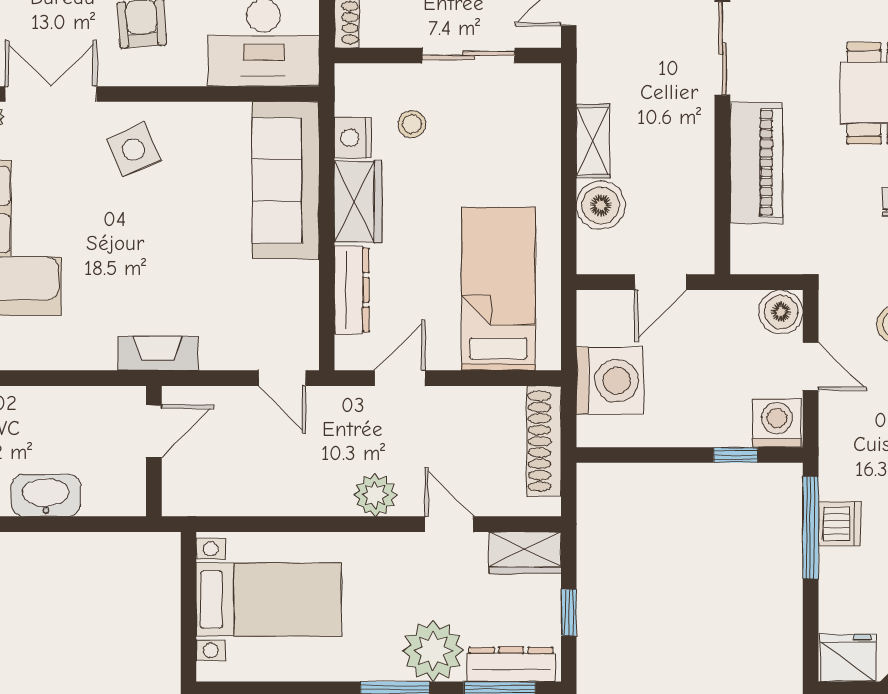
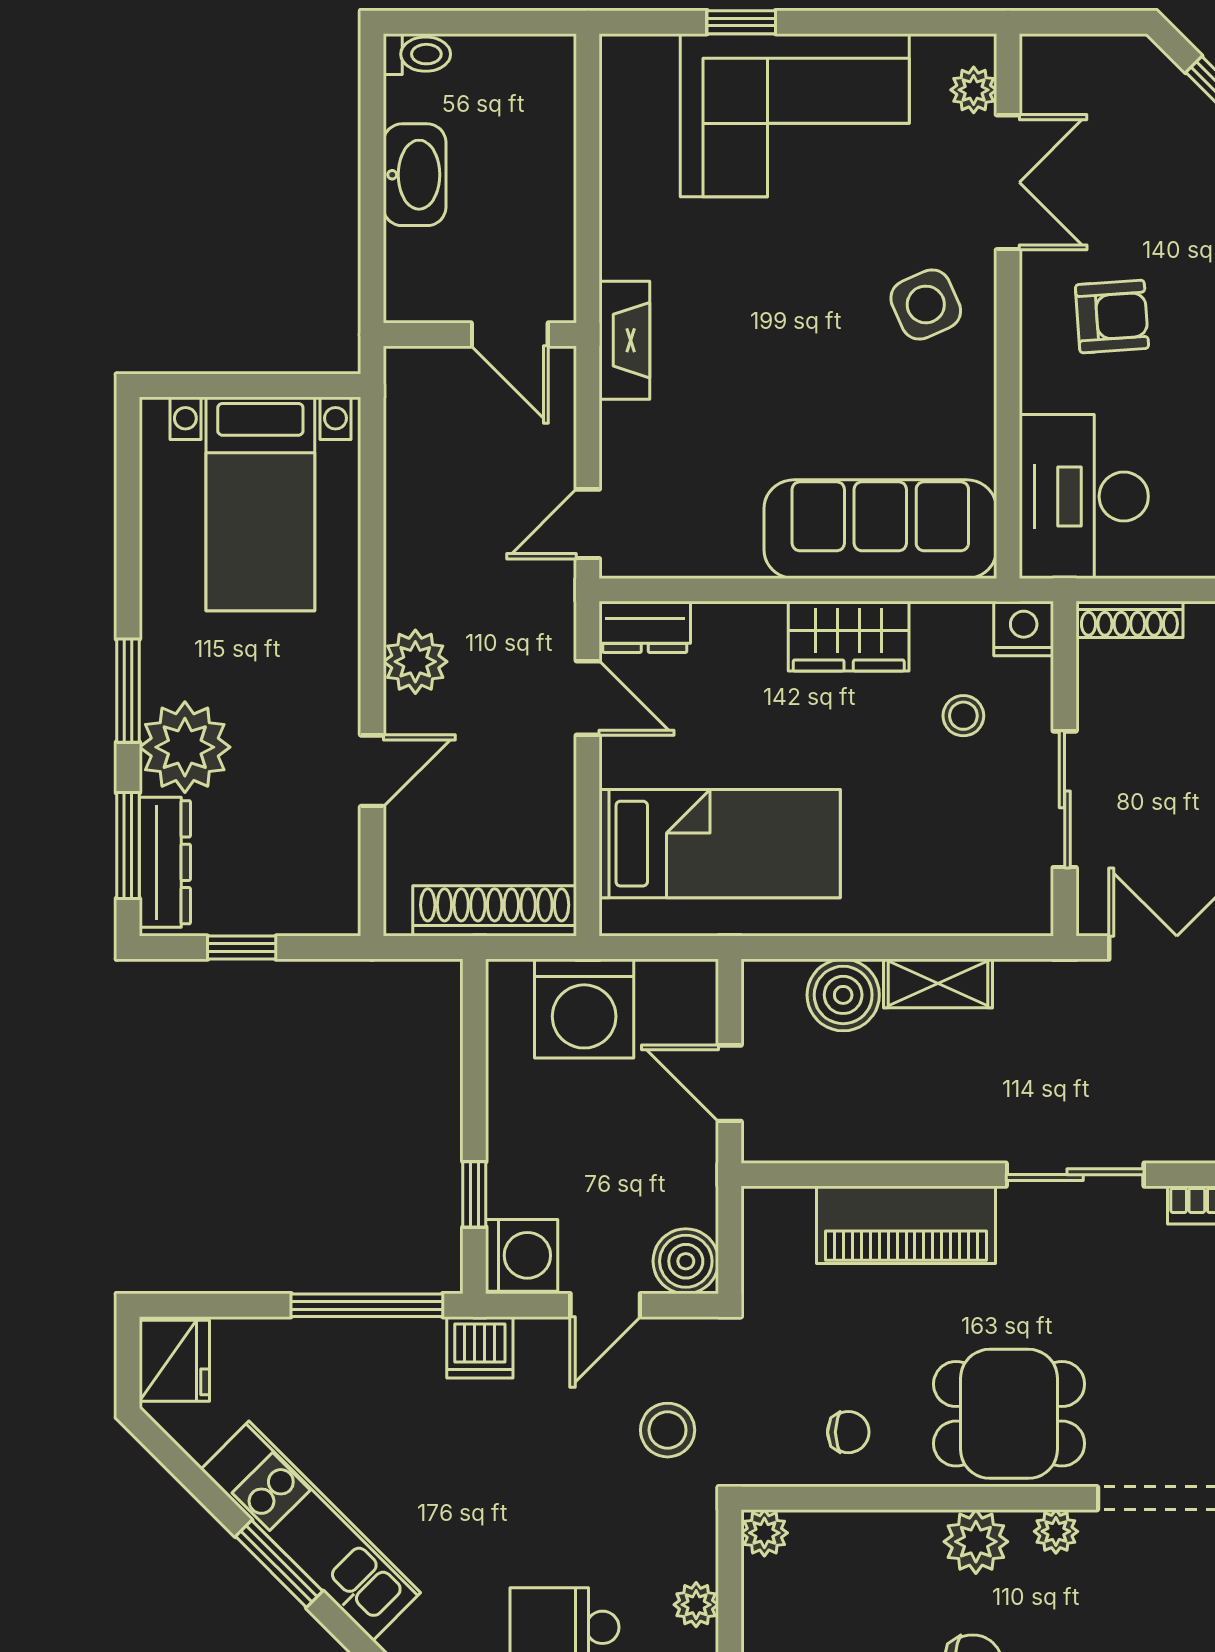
nightstand: (353, 138) -> (1024, 629), moved
dresser: (352, 290) -> (645, 627), moved, width x0.70
dishwasher: (839, 524) -> (480, 1347), moved
wardrobe: (525, 553) -> (330, 883), removed

